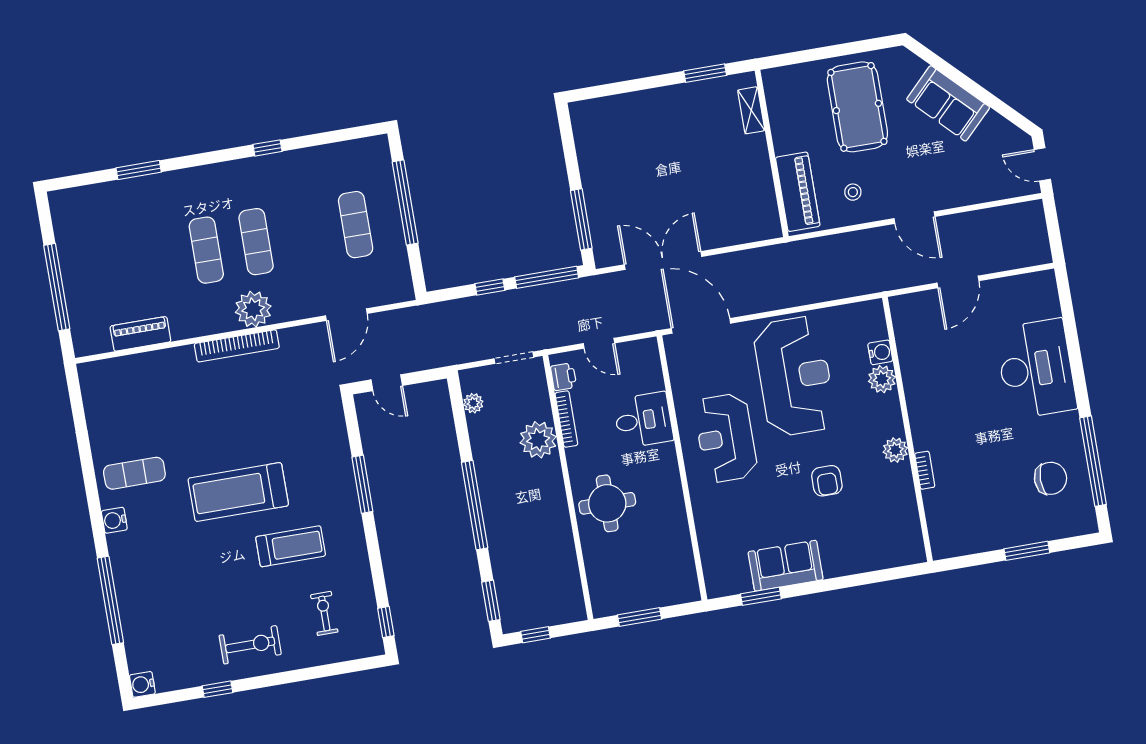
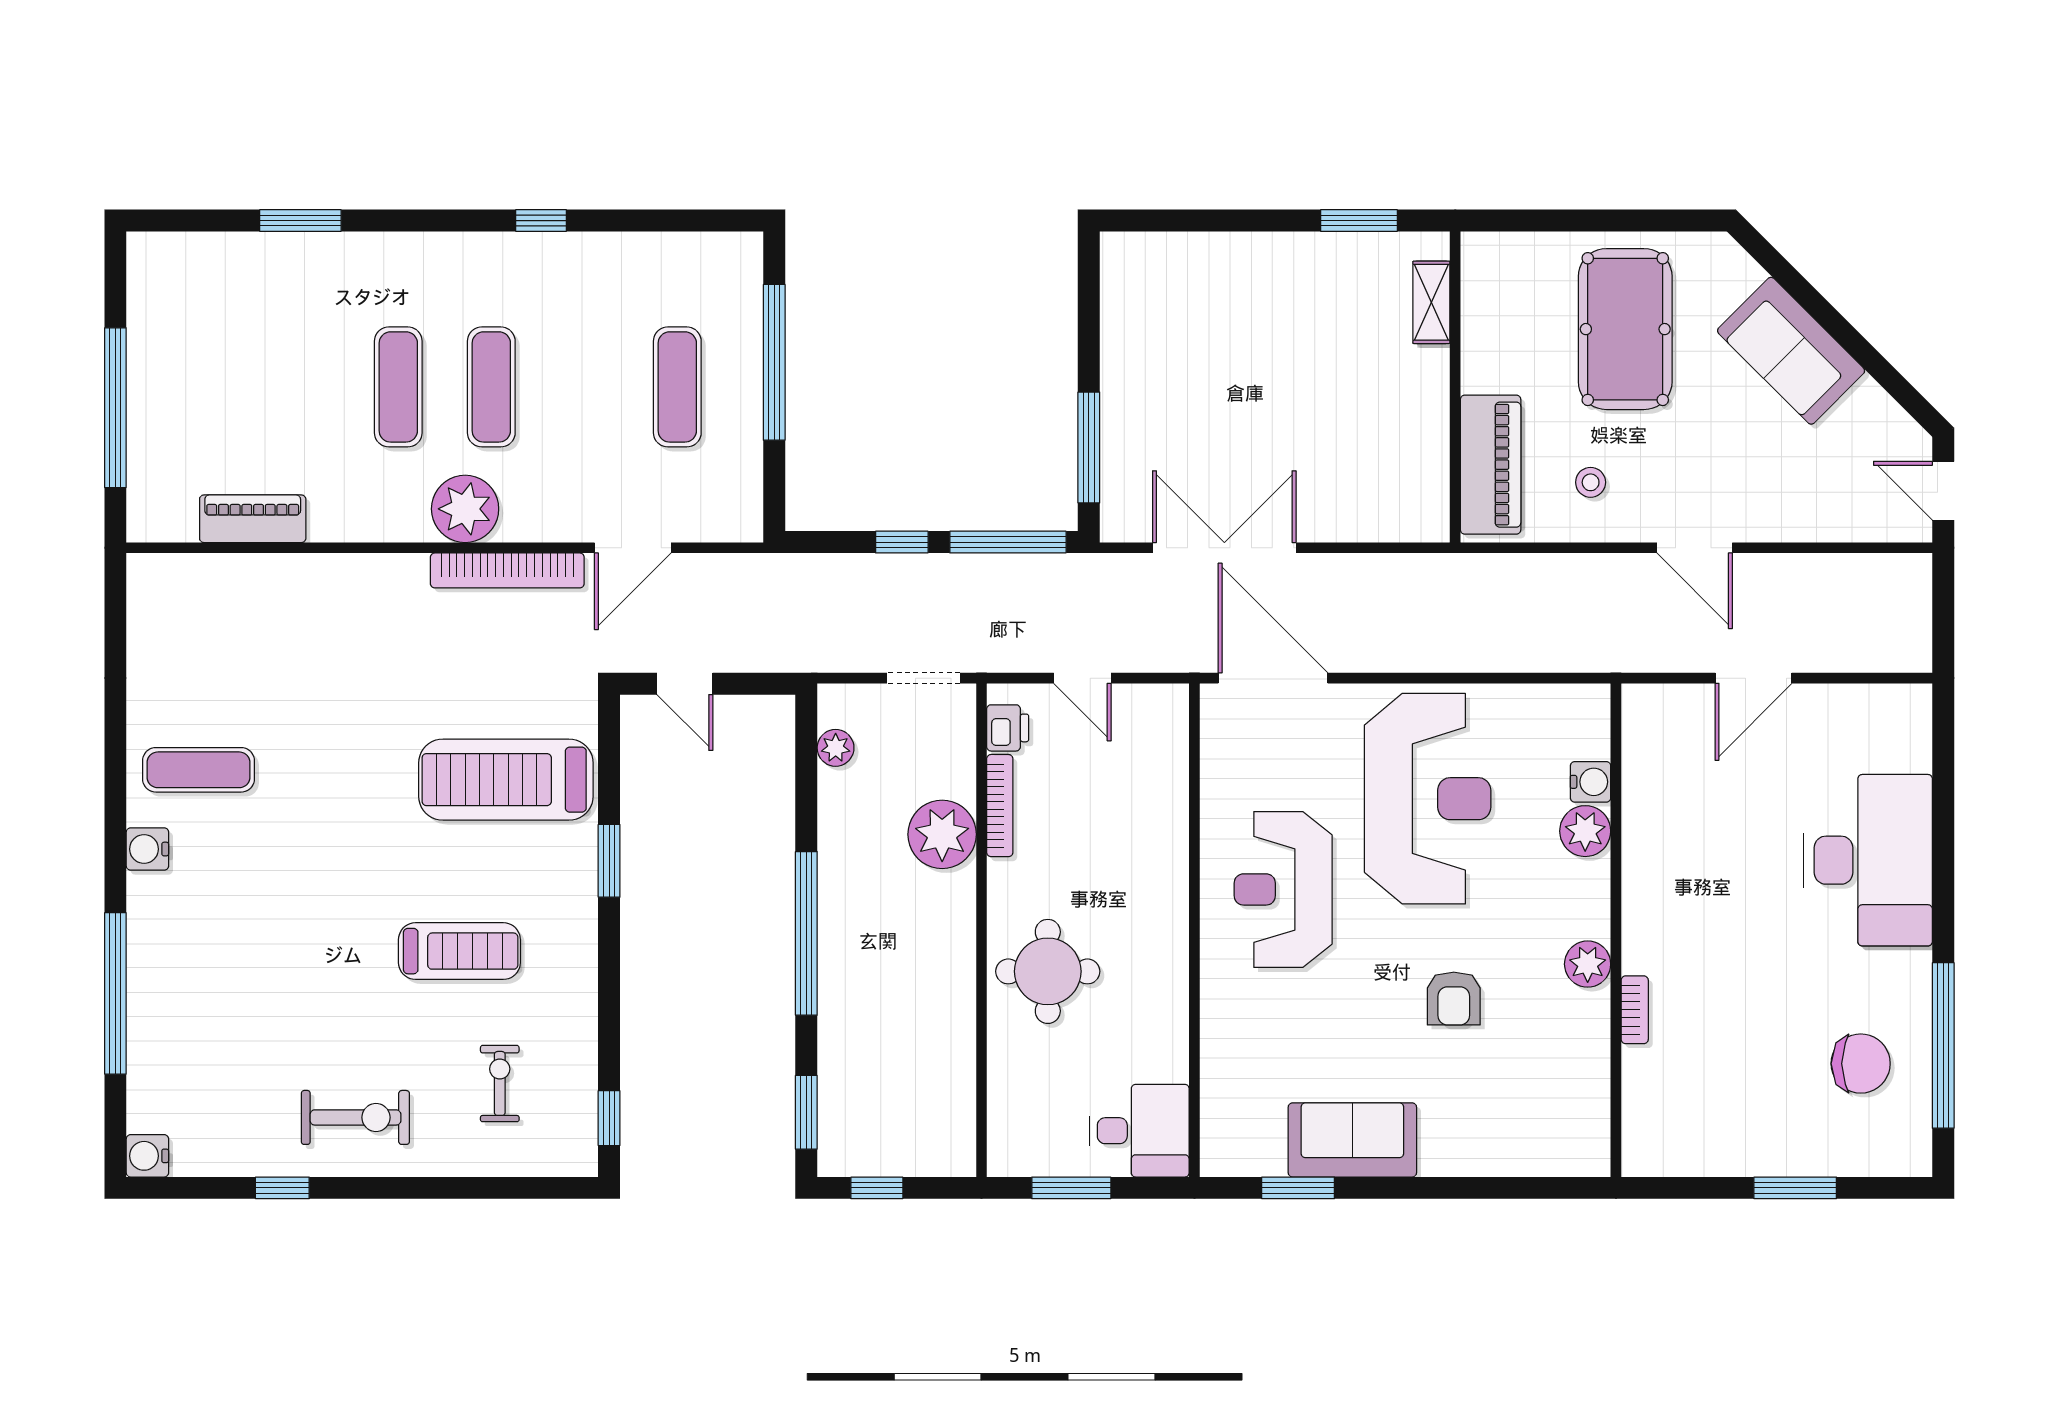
bookcase: (237, 346) -> (507, 570), moved
desk: (643, 420) -> (1139, 1131), moved
window: (362, 484) -> (609, 861), width x0.69
treadmill: (238, 492) -> (506, 780), moved

